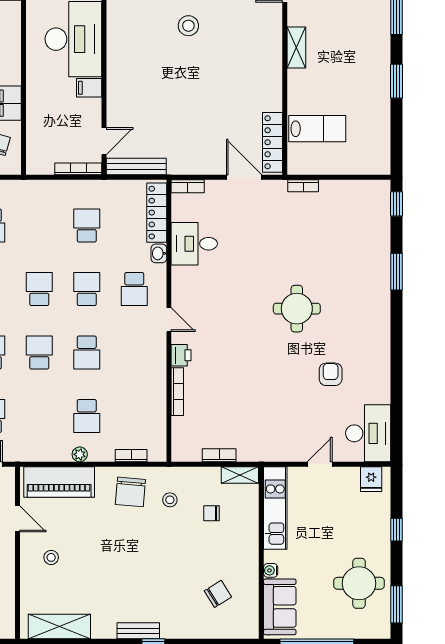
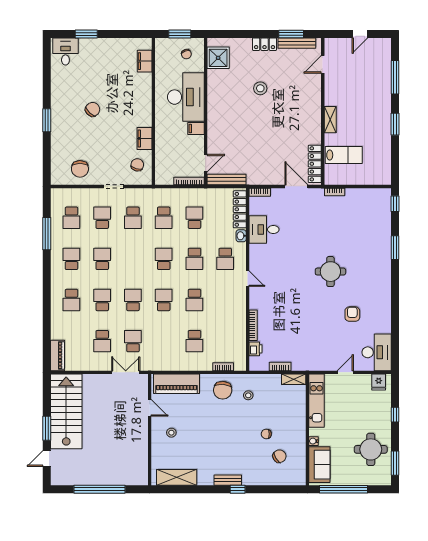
shelving: (296, 47) -> (330, 120), moved
school desk: (39, 226) -> (164, 218), added
school desk: (87, 289) -> (194, 259), turned 180
printer: (181, 355) -> (256, 349), moved
plant: (80, 454) -> (190, 366), removed
chair: (211, 513) -> (266, 434), moved

